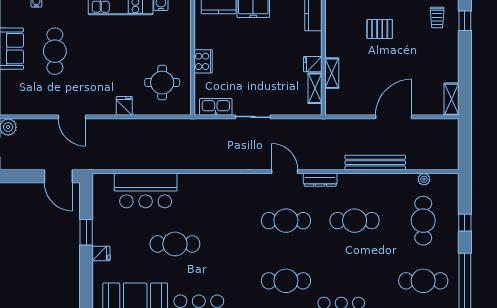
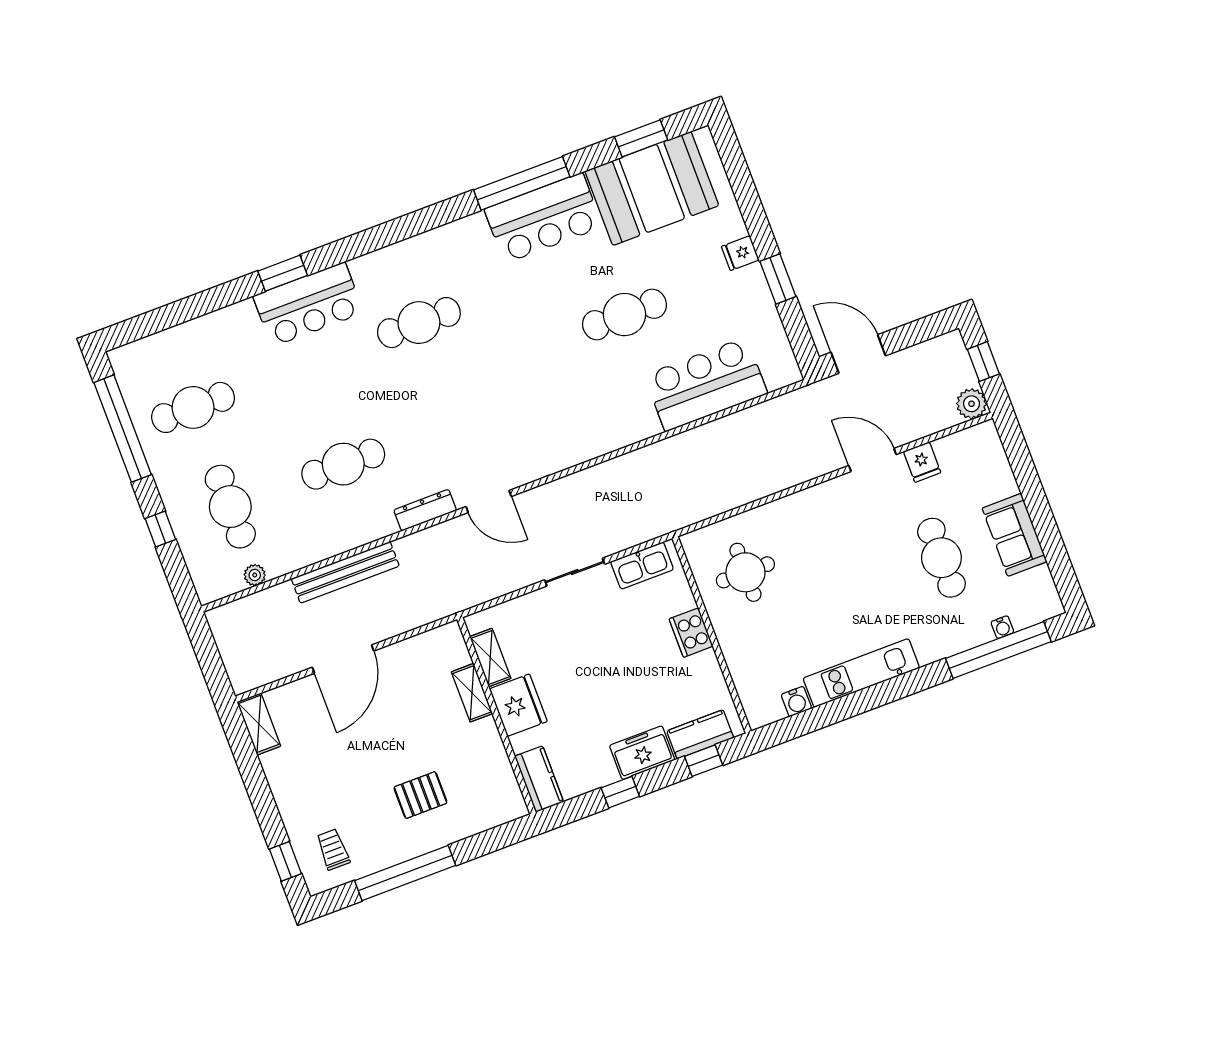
fridge: (313, 64) -> (518, 705), width x1.88, depth x1.34
fridge: (124, 106) -> (922, 462), moved
cafe table: (286, 221) -> (456, 422), removed

